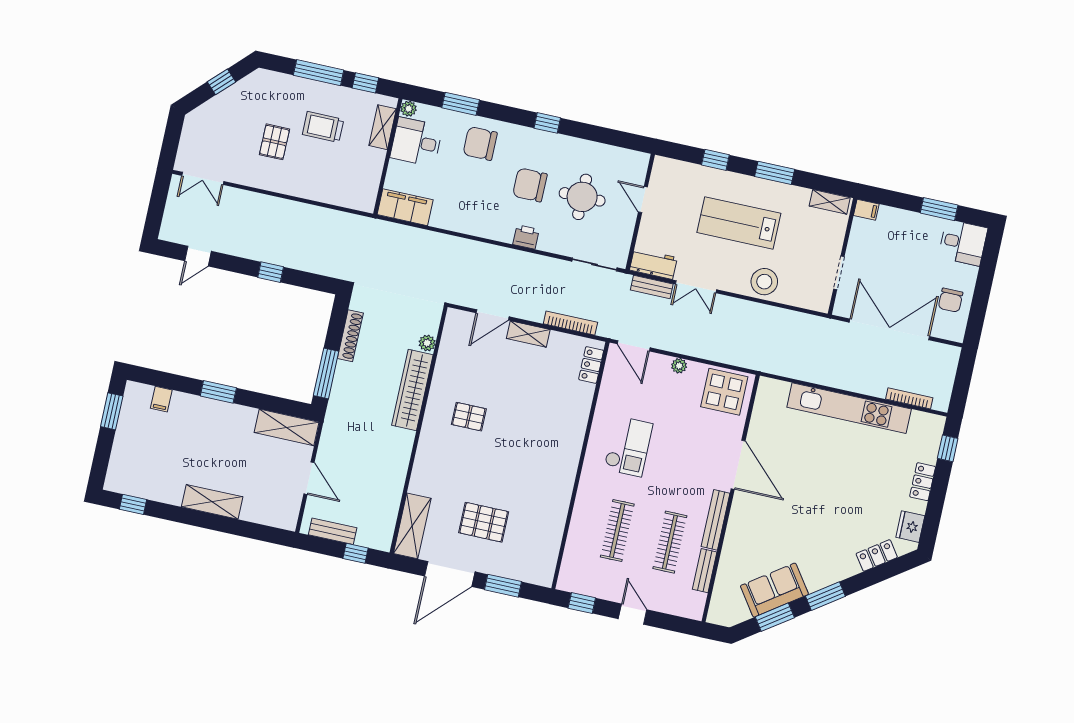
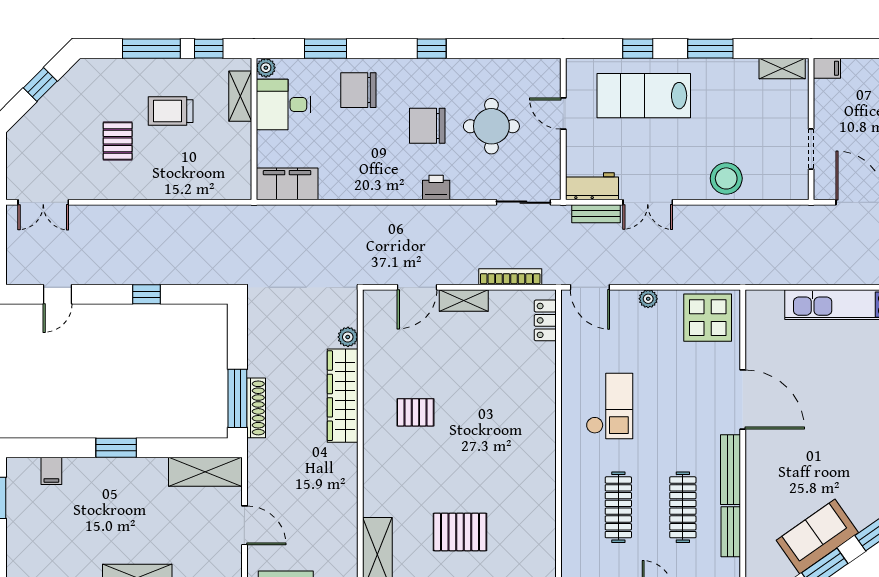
lab bench: (739, 223) -> (644, 96), moved
shoe rack: (350, 336) -> (256, 408), moved

